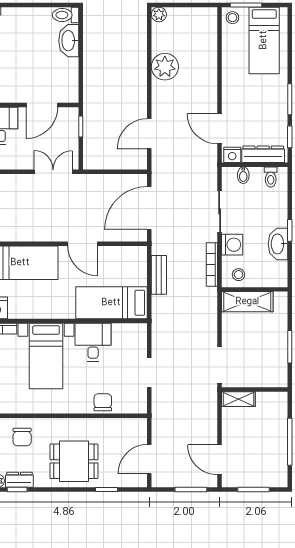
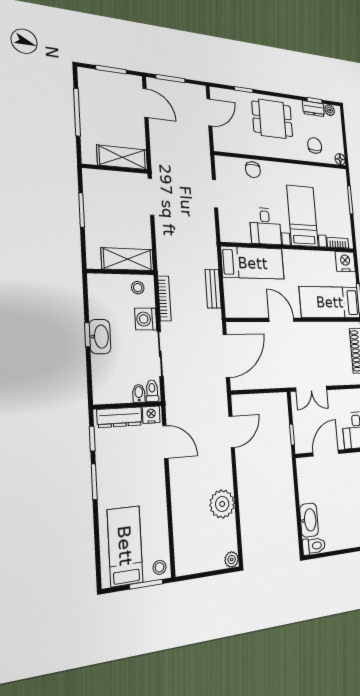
toilet: (271, 177) -> (152, 391), moved
washbasin: (278, 244) -> (100, 337), moved
shelving: (238, 399) -> (122, 157), width x1.50, depth x1.33

